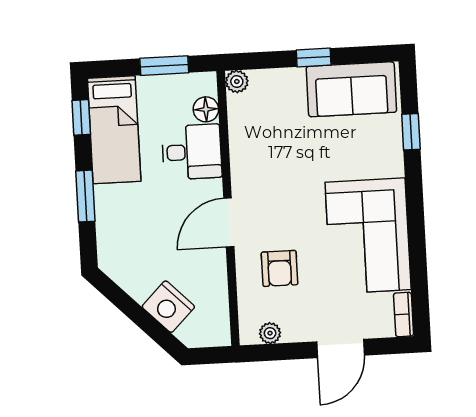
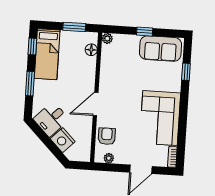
desk: (192, 152) -> (51, 119), moved, turned 135
armchair: (280, 268) -> (107, 136), moved, turned 180

